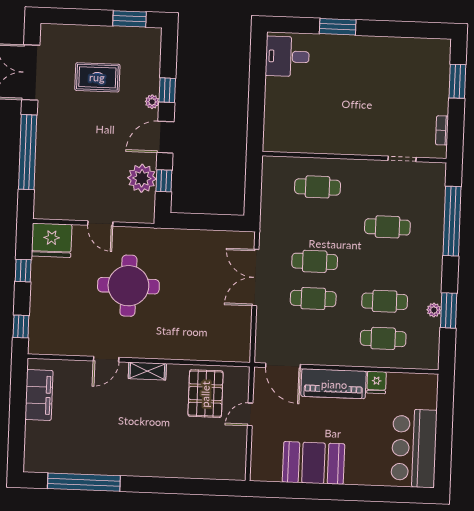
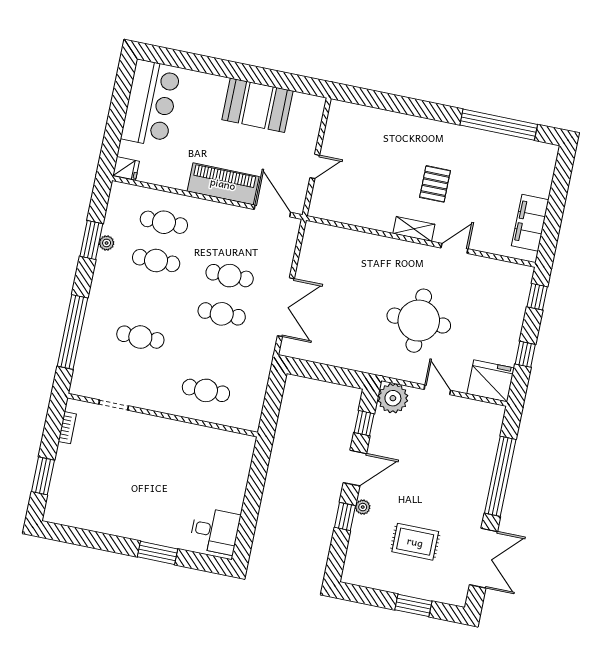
window: (129, 19) -> (413, 605), moved
plant: (142, 178) -> (393, 398), moved
fridge: (376, 382) -> (126, 168), moved, turned 90
pallet: (205, 394) -> (435, 184), moved, width x0.67, depth x0.71

